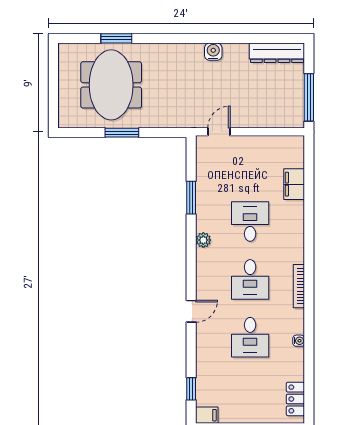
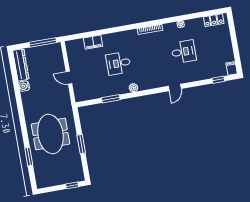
water cooler: (213, 52) -> (24, 86), moved
meeting table: (111, 85) -> (50, 134), moved, turned 90
window: (53, 104) -> (72, 185), added
door: (219, 132) -> (69, 78), moved
desk: (250, 279) -> (151, 57), removed
door: (191, 311) -> (175, 87), swing flipped

